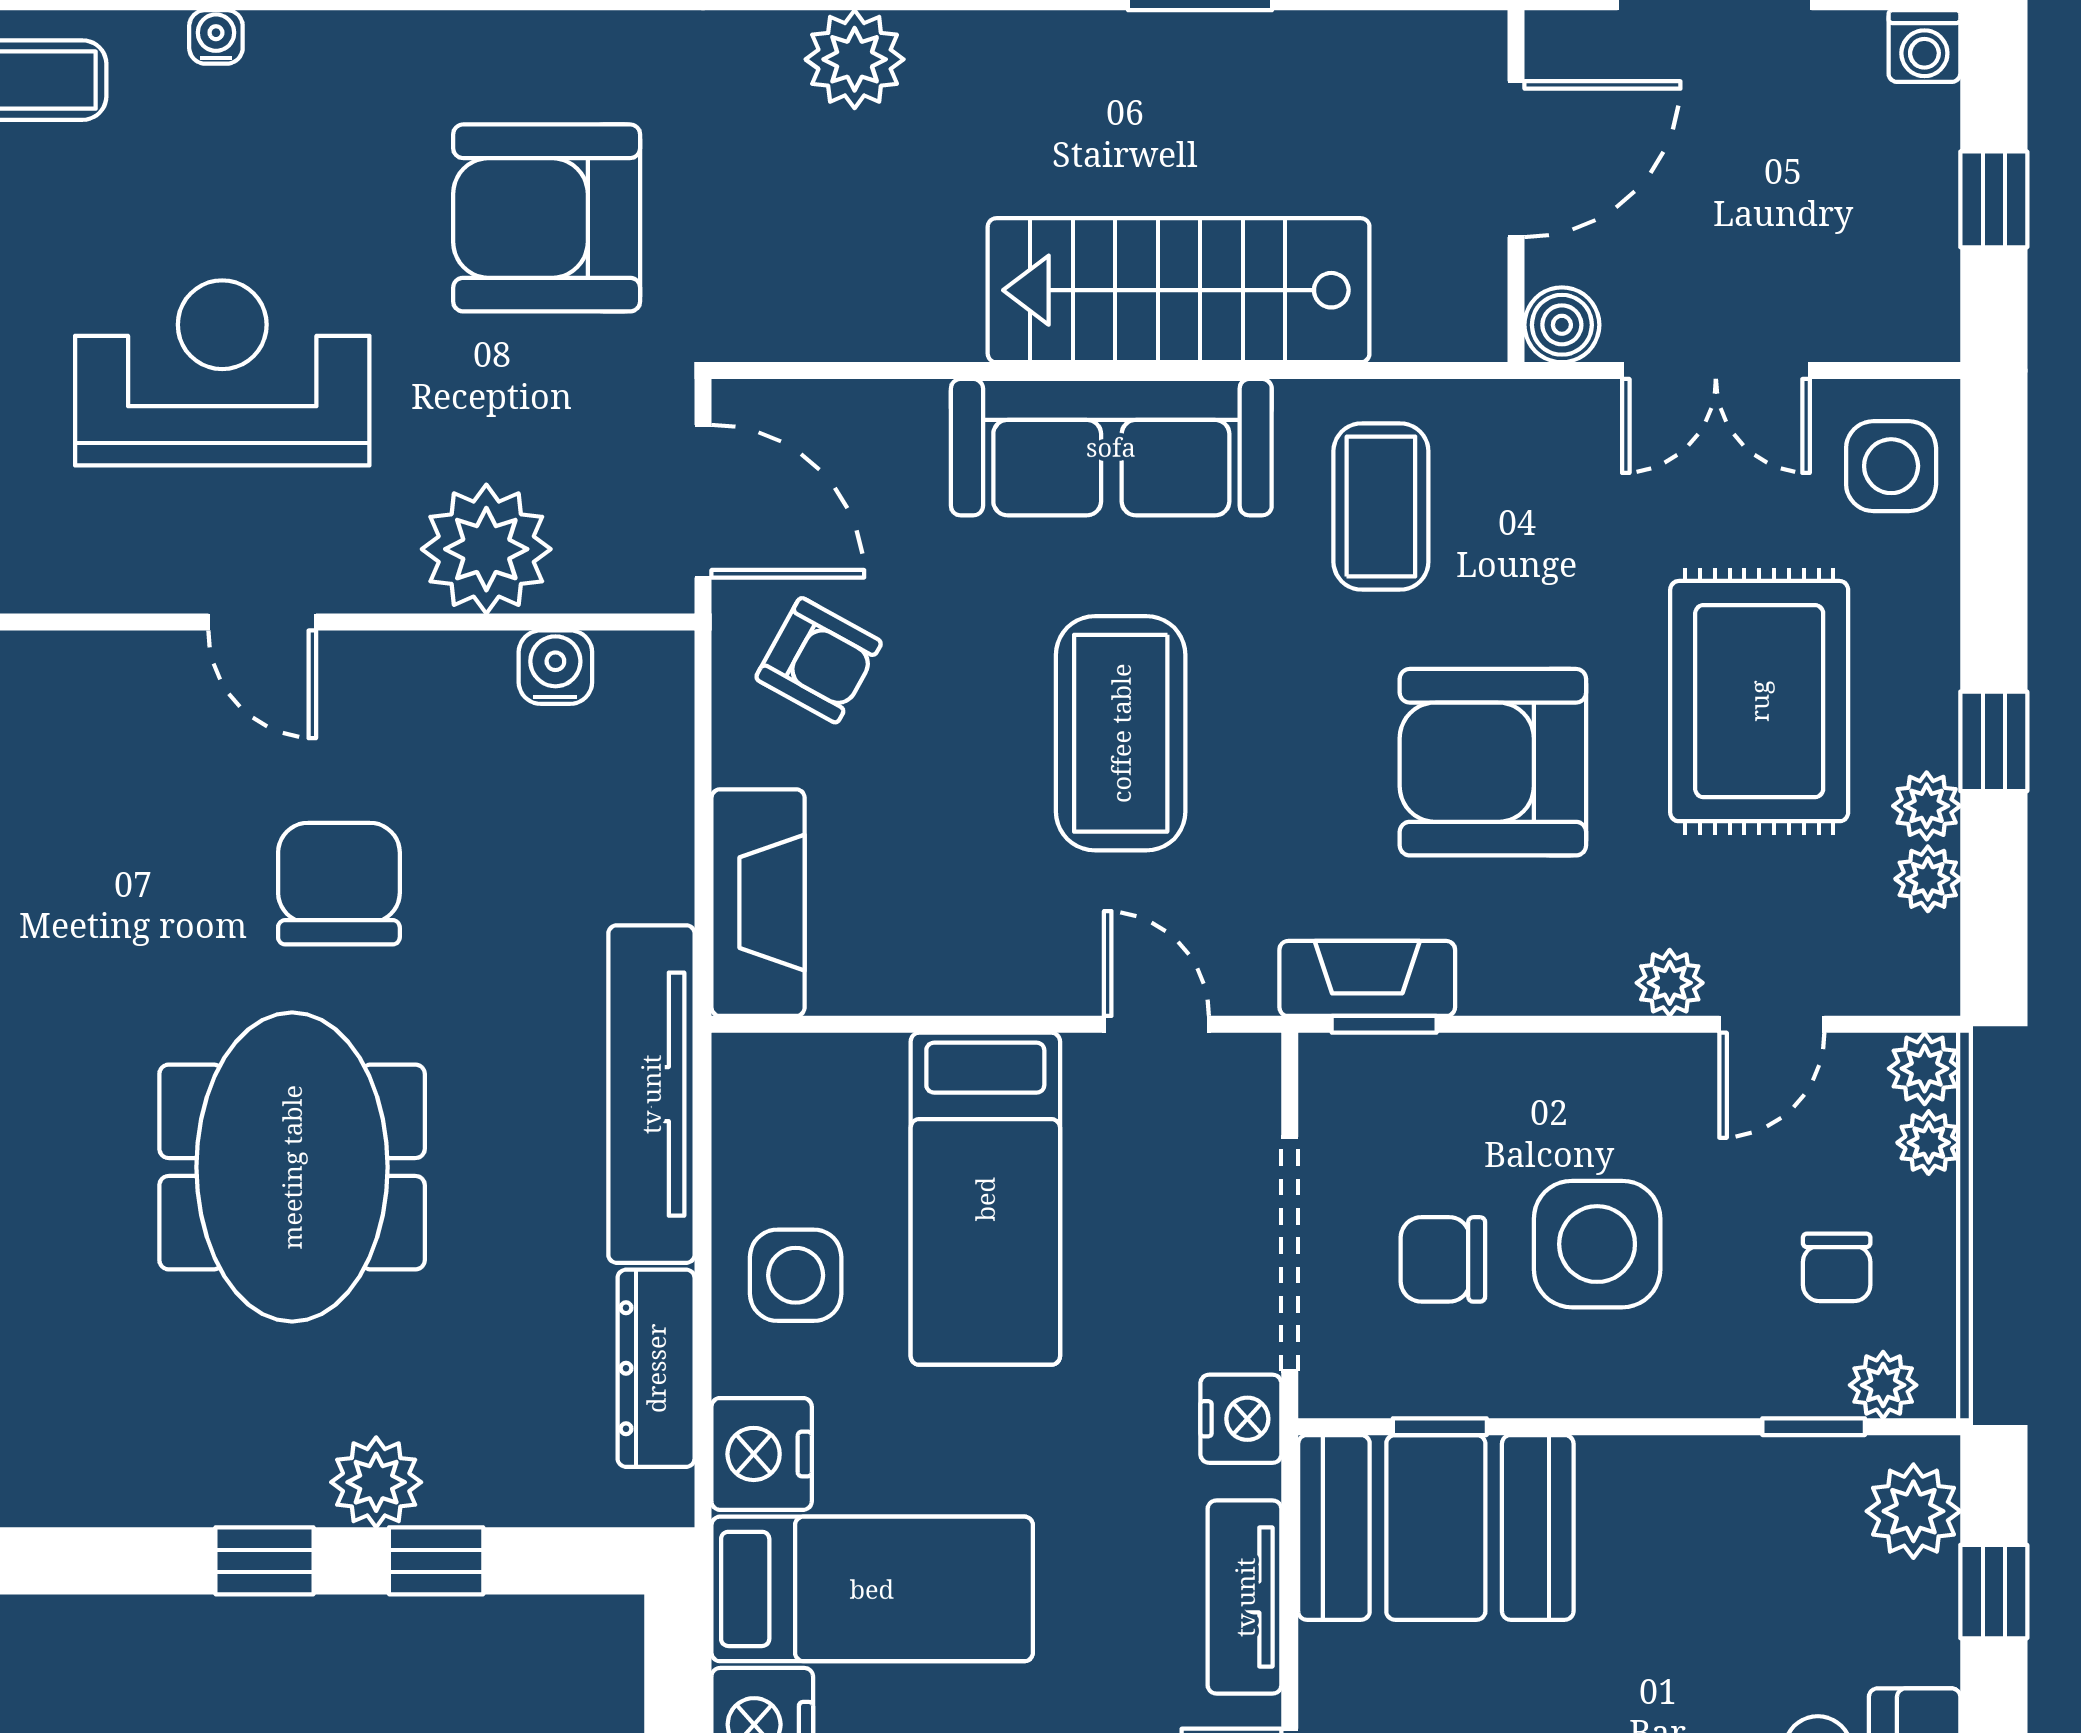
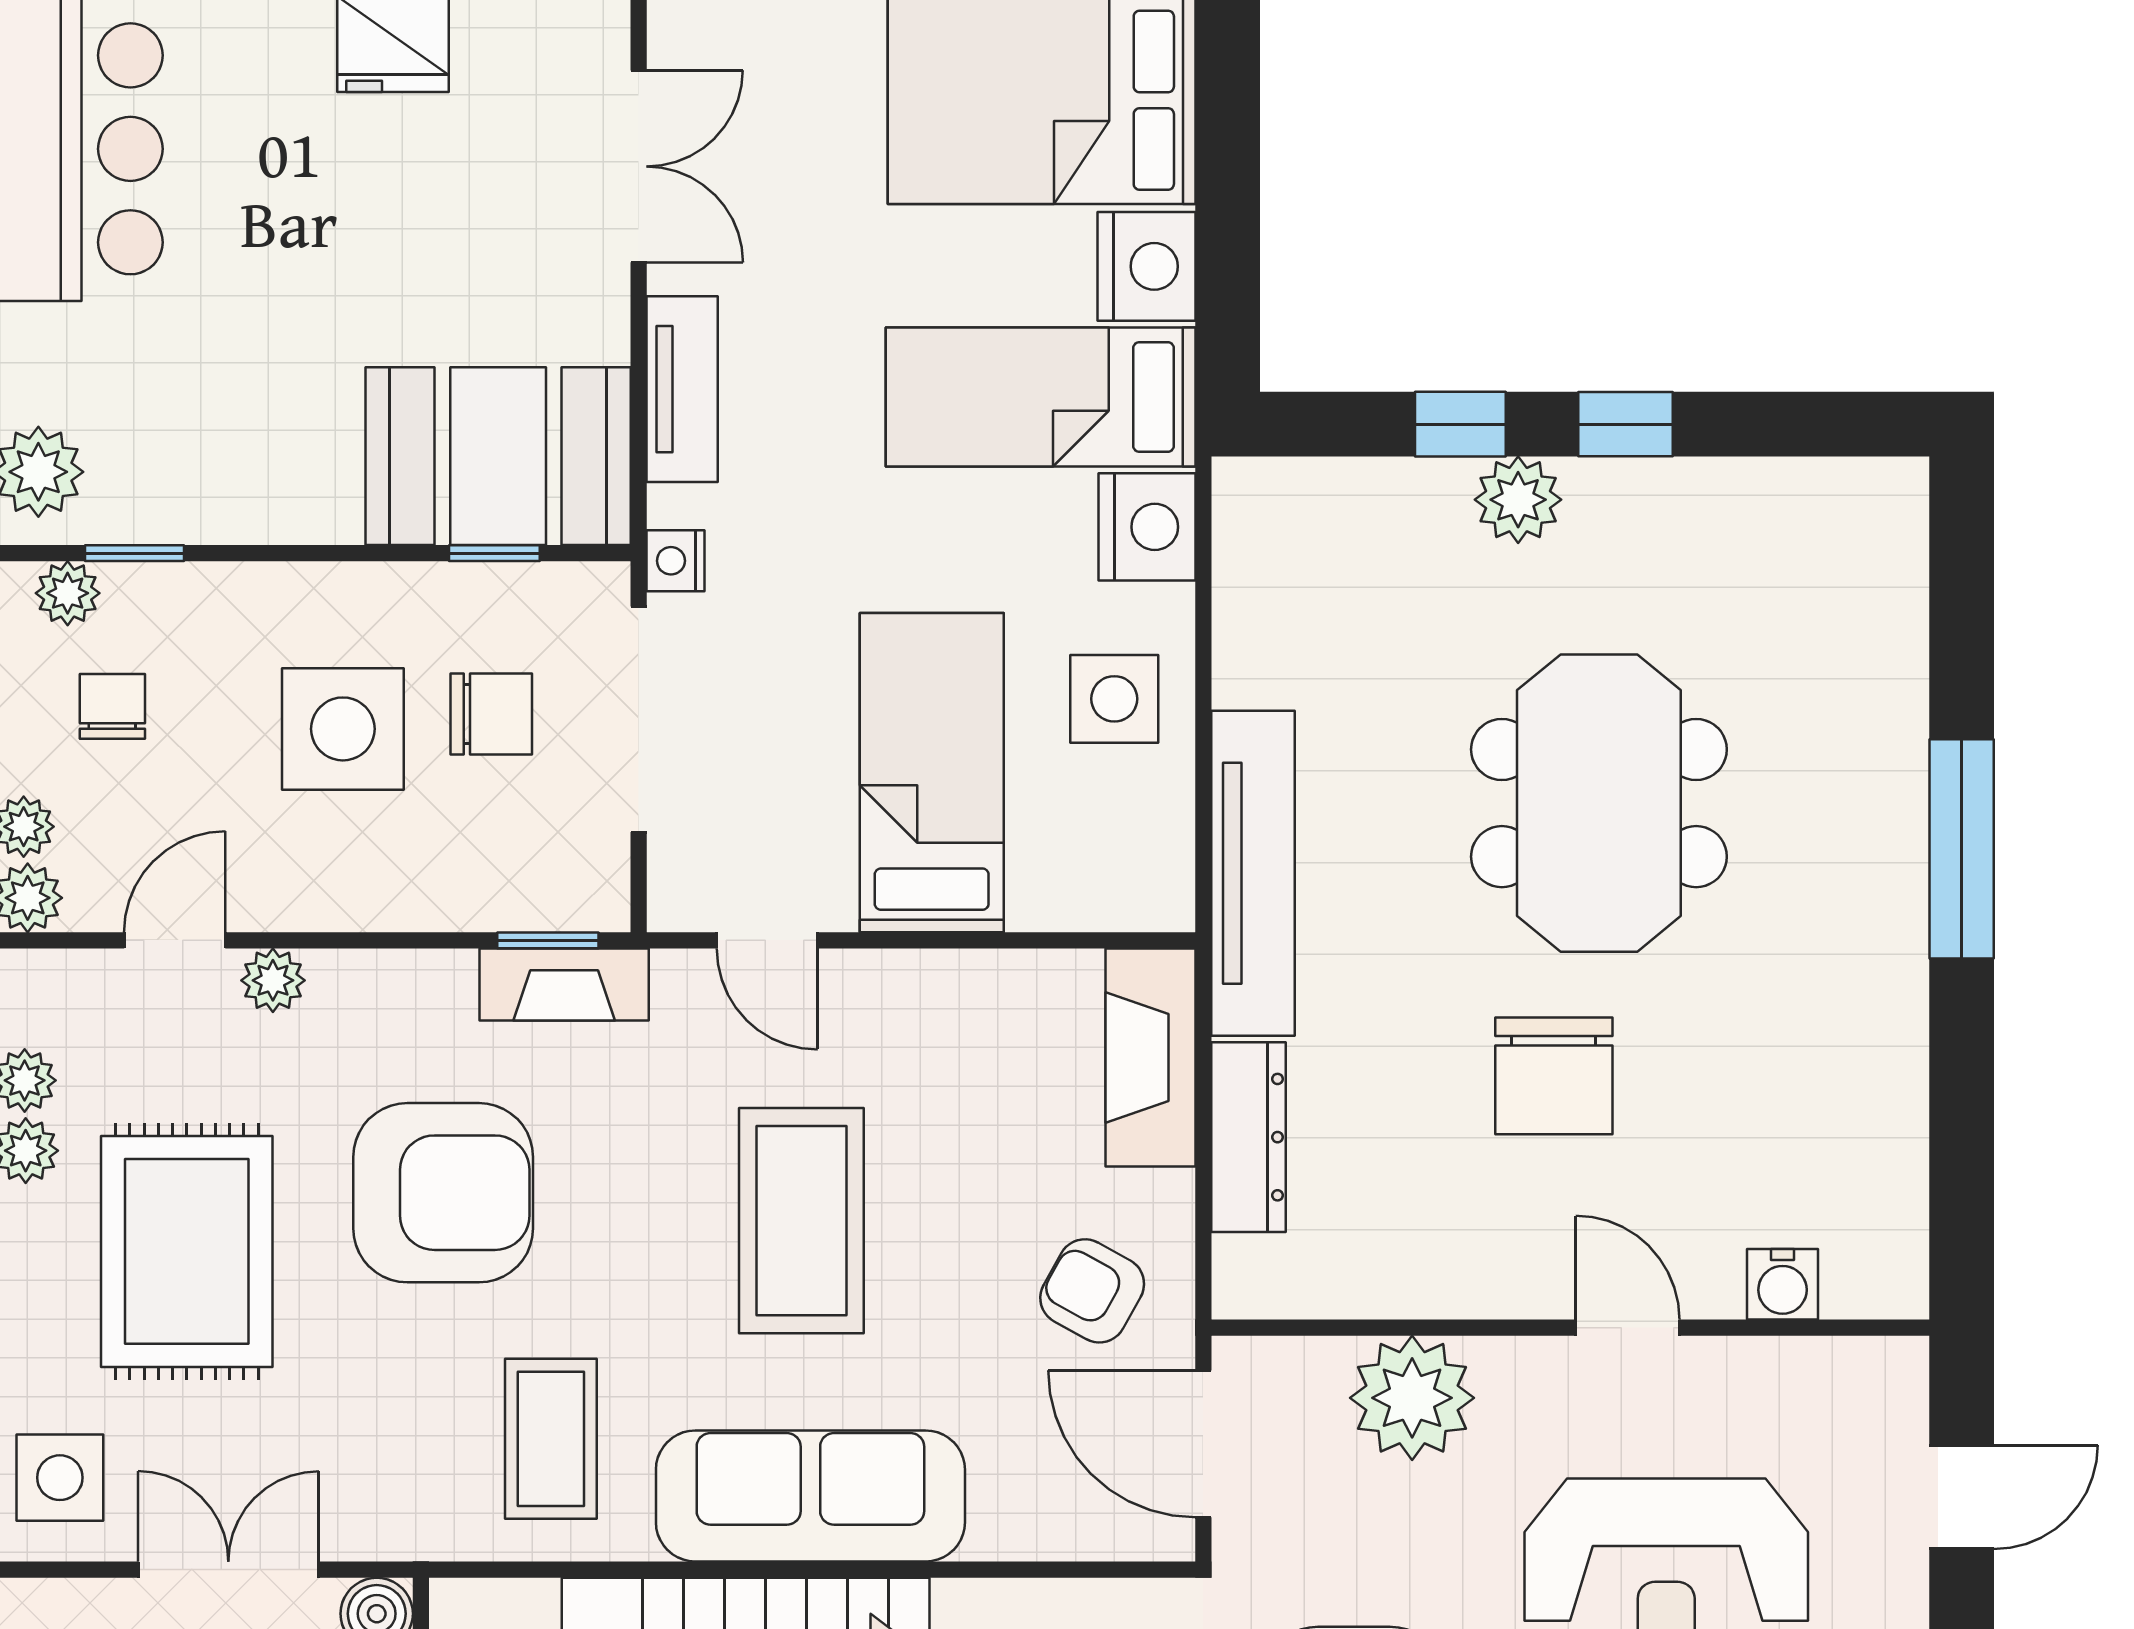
water cooler: (555, 667) -> (1783, 1284), moved
dresser: (656, 1368) -> (1249, 1137), moved
nightstand: (1241, 1419) -> (676, 561), width x0.72, depth x0.74

